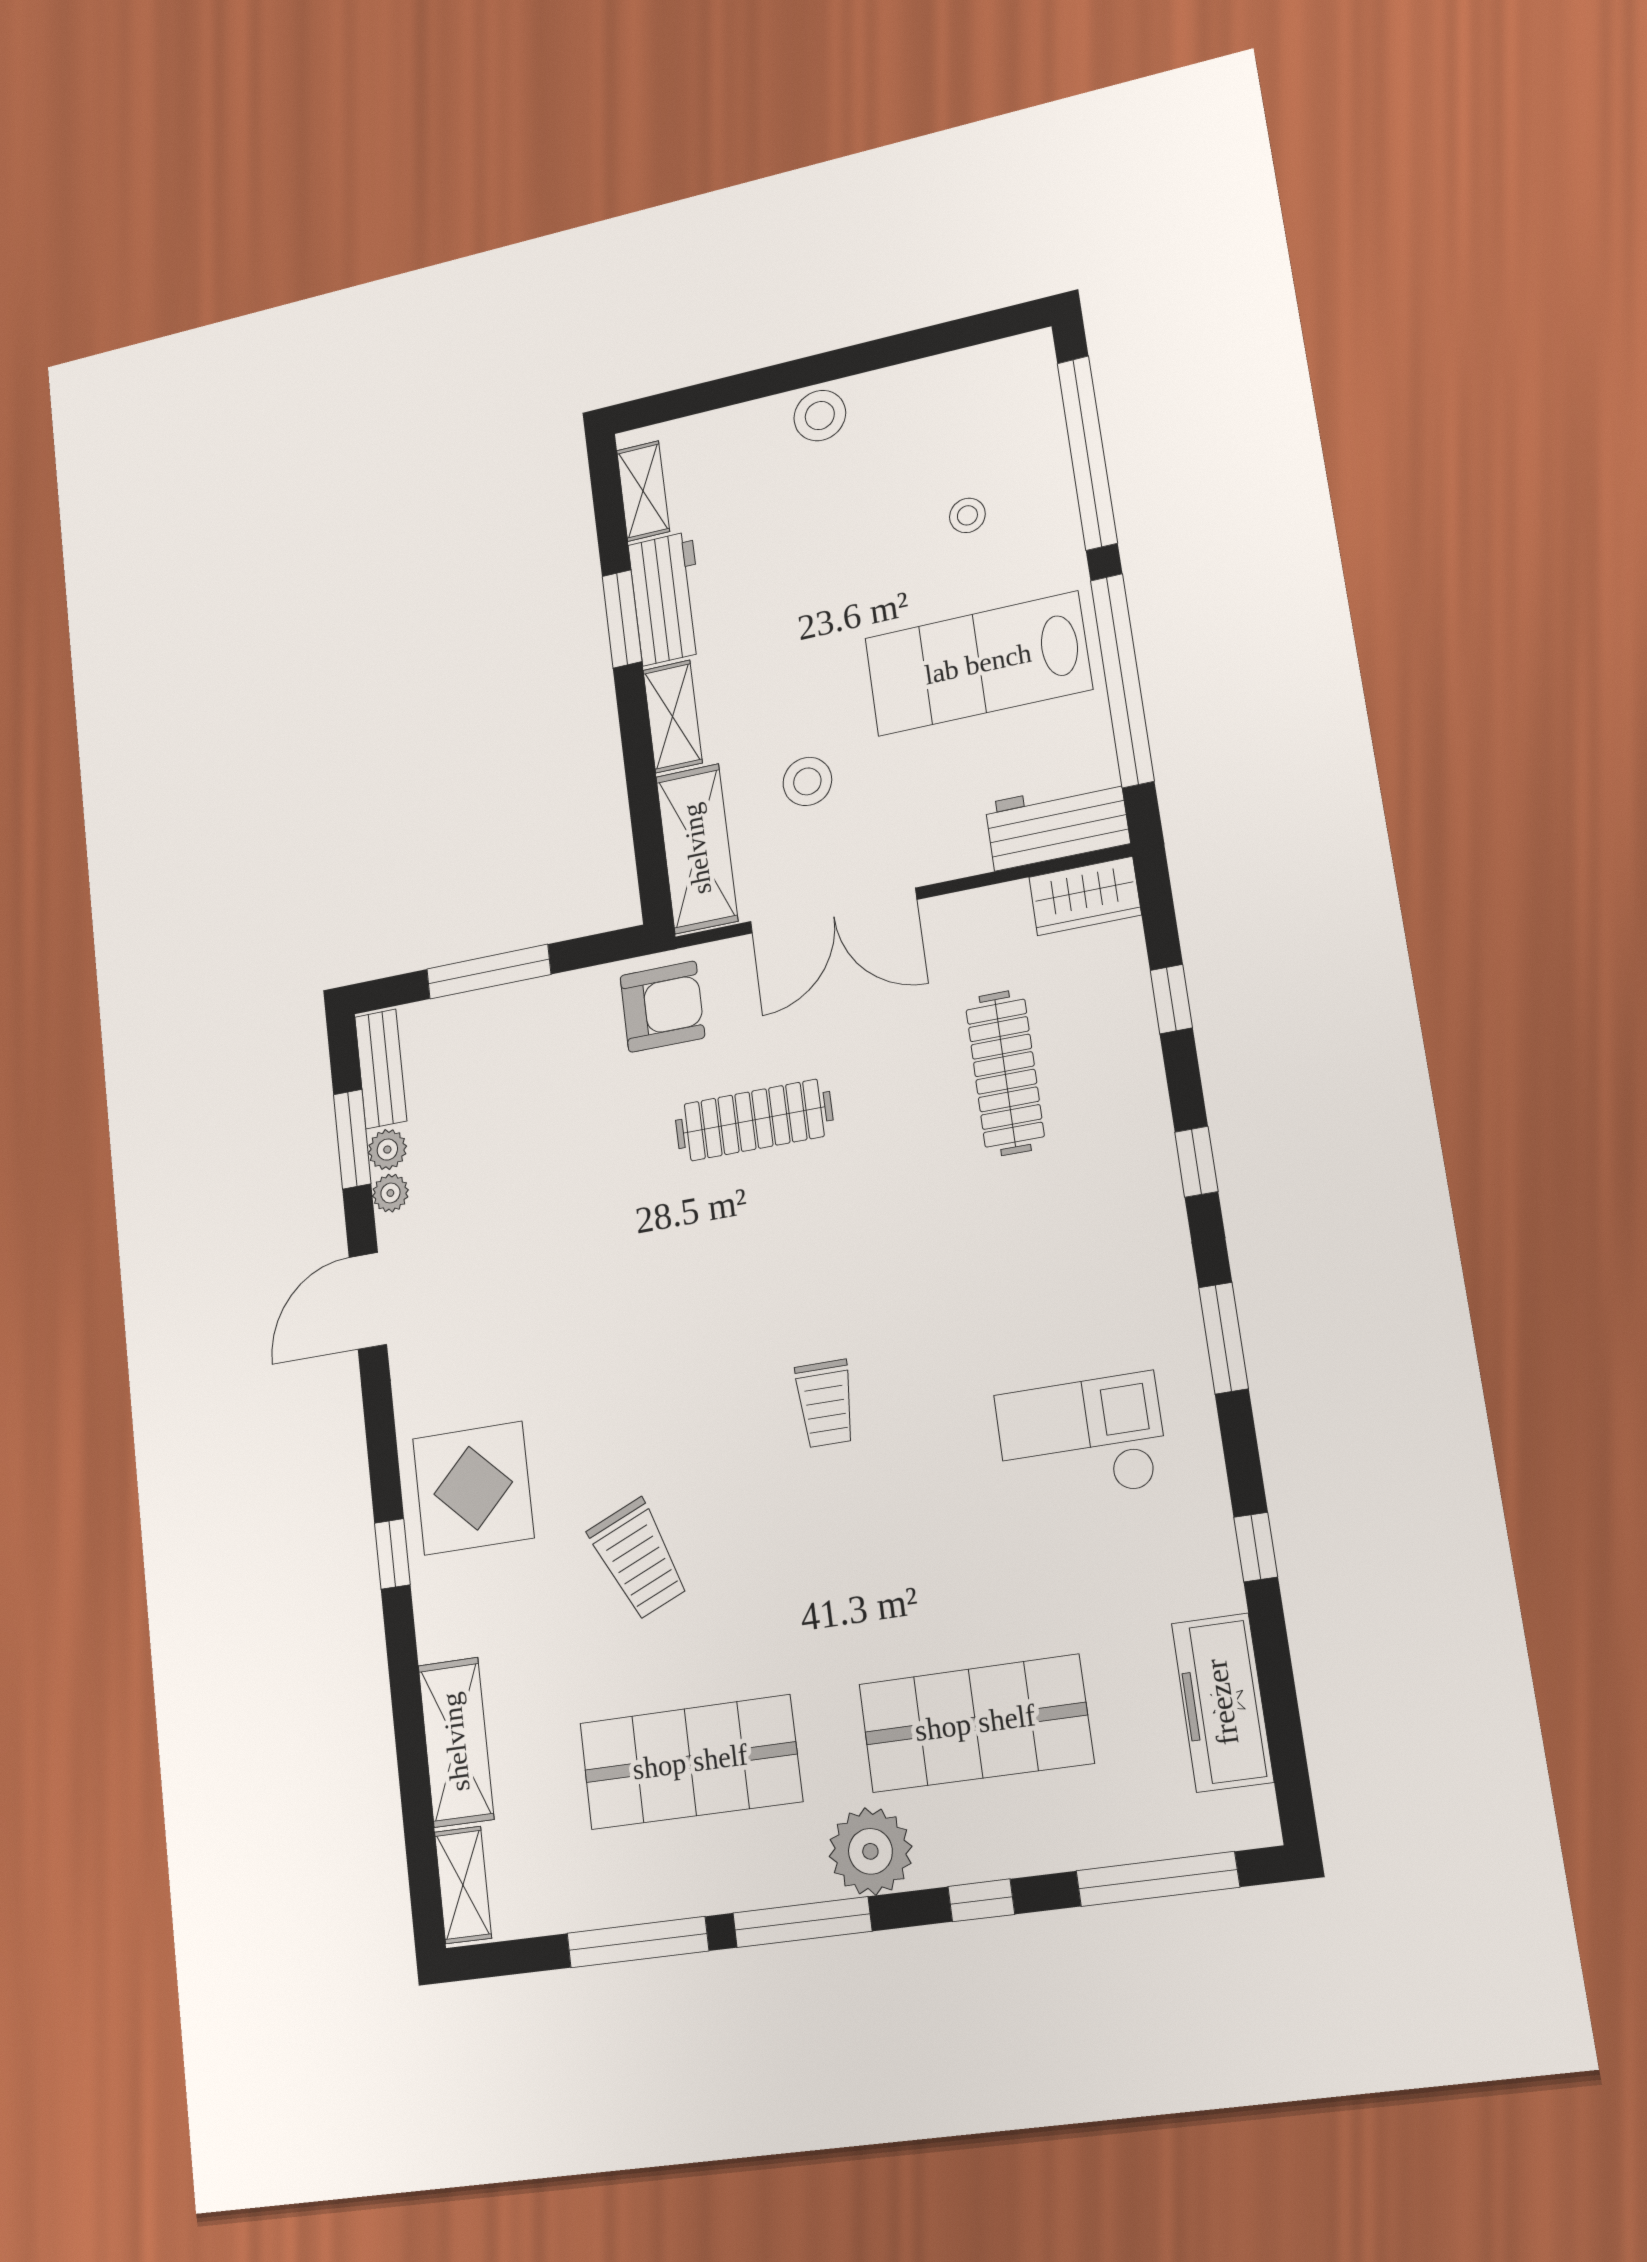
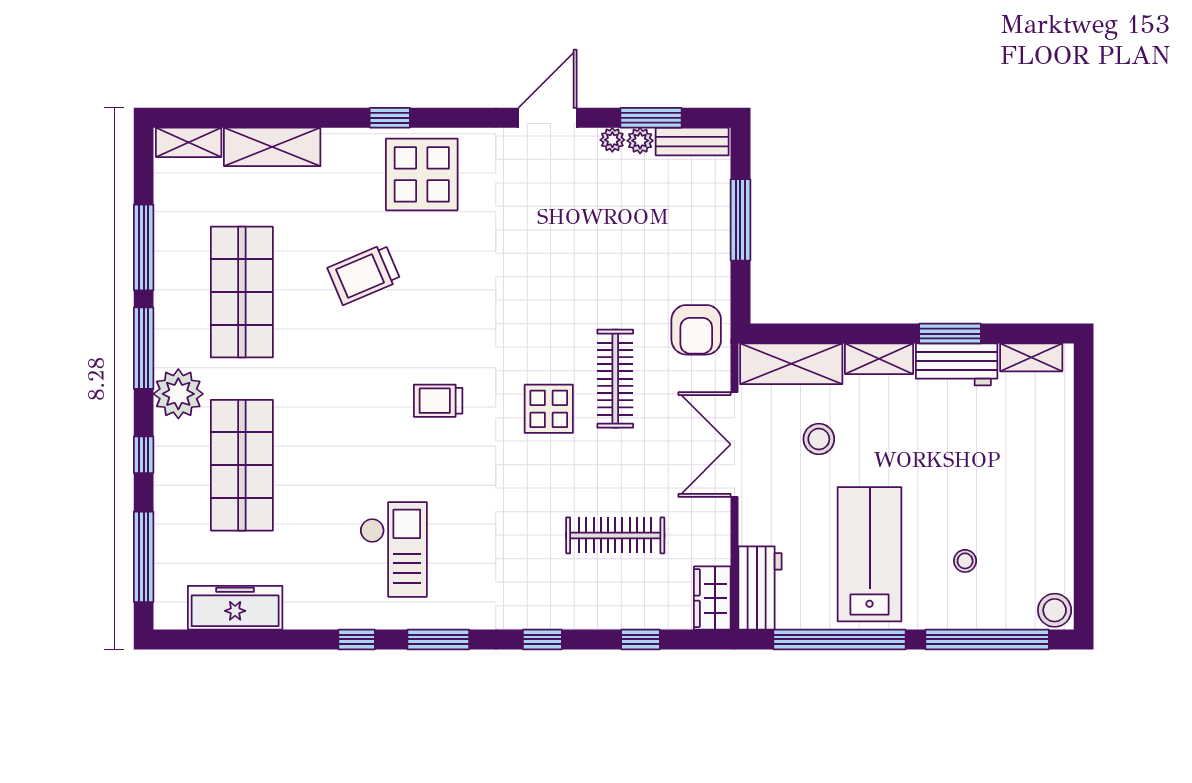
stool: (820, 416) -> (1055, 610), moved
display table: (815, 1219) -> (549, 409), added
door: (368, 1301) -> (547, 118), hinge flipped
window: (1256, 1547) -> (357, 639), moved

